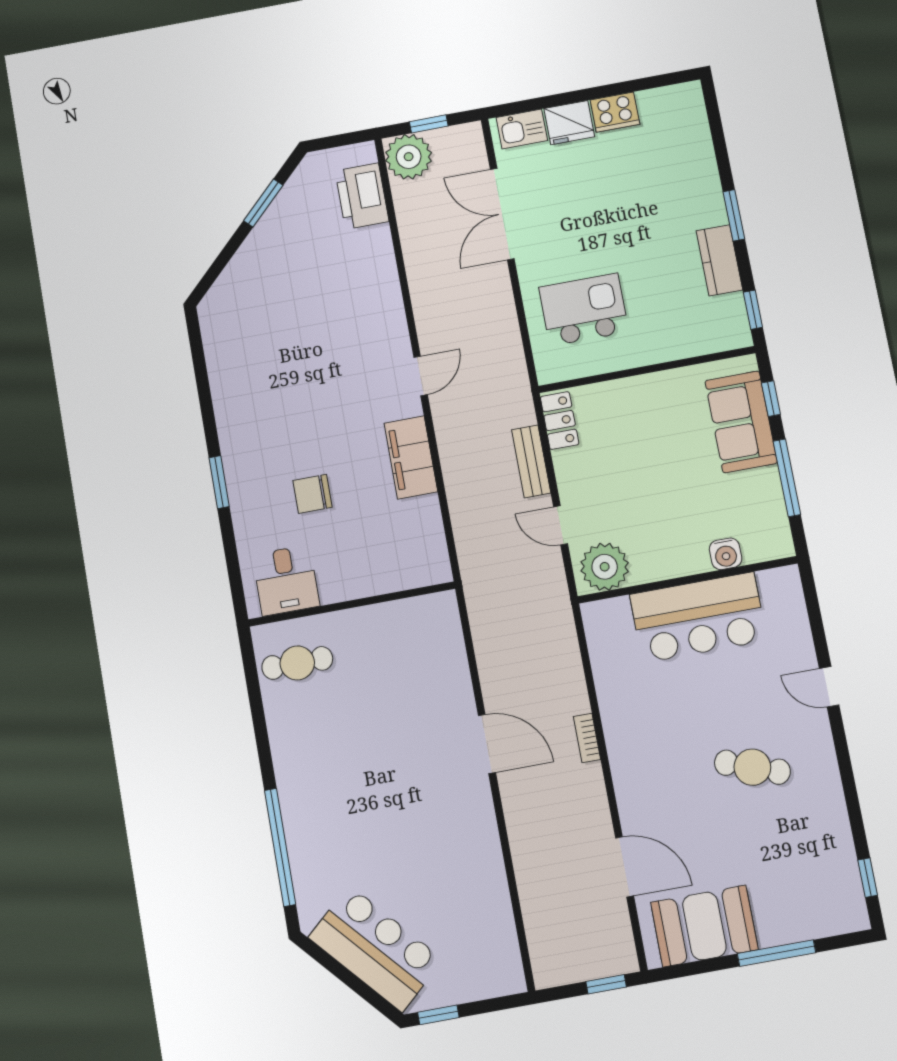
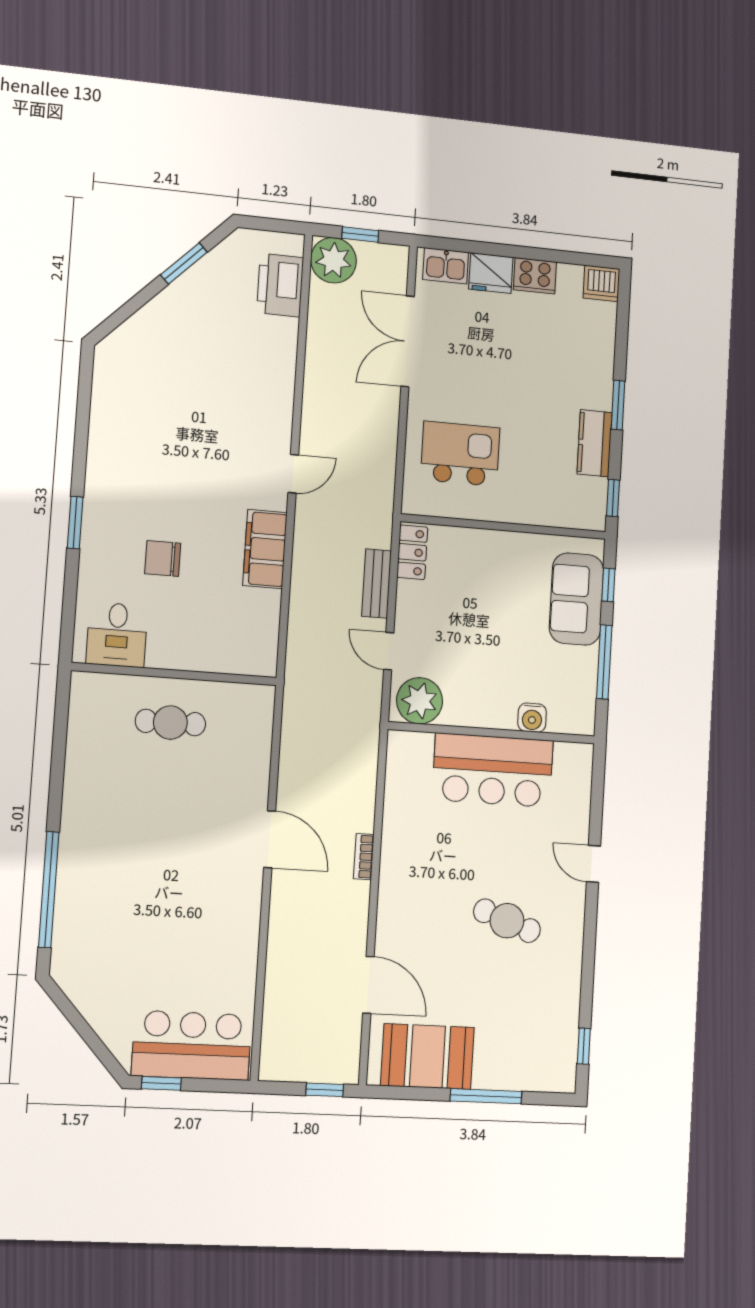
dishwasher: (685, 99) -> (601, 283), added
cafe table: (297, 663) -> (170, 723), moved
bar counter: (375, 948) -> (192, 1045), moved, turned -48

